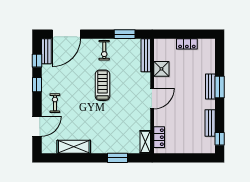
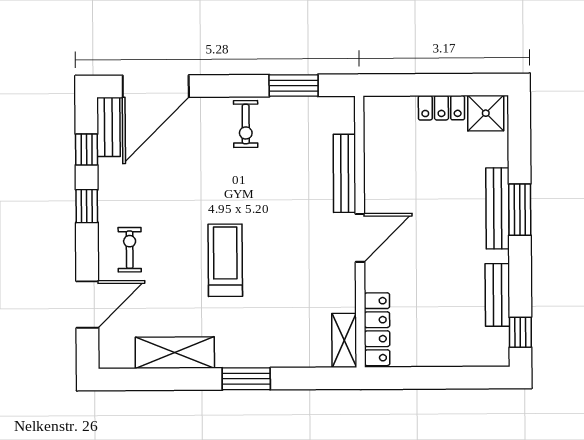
bench: (146, 55) -> (345, 173), moved
shower: (161, 69) -> (486, 113), moved
treadmill: (103, 85) -> (225, 260), moved
bench: (210, 86) -> (498, 208), width x1.36
locker: (159, 137) -> (377, 329), width x1.53
window: (117, 158) -> (246, 379), moved

